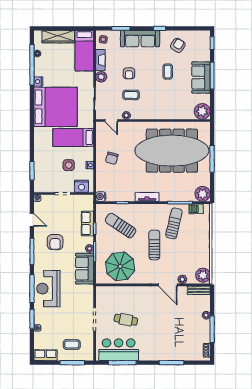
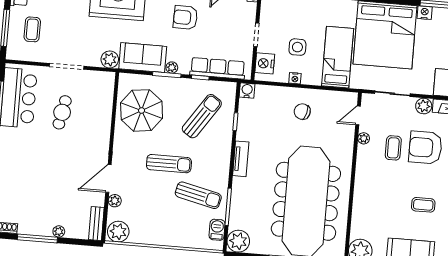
armchair: (129, 73) -> (425, 148), width x1.88, depth x1.88
row of seats: (87, 224) -> (218, 68), width x1.48
plant: (88, 291) -> (110, 59), added

